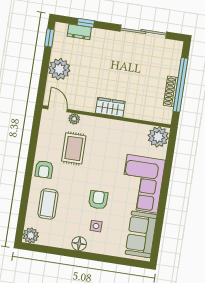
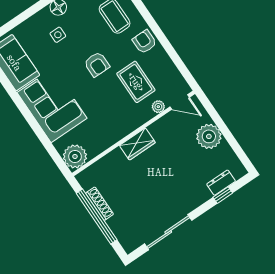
window: (49, 38) -> (241, 155), removed
armchair: (98, 200) -> (97, 64), moved

